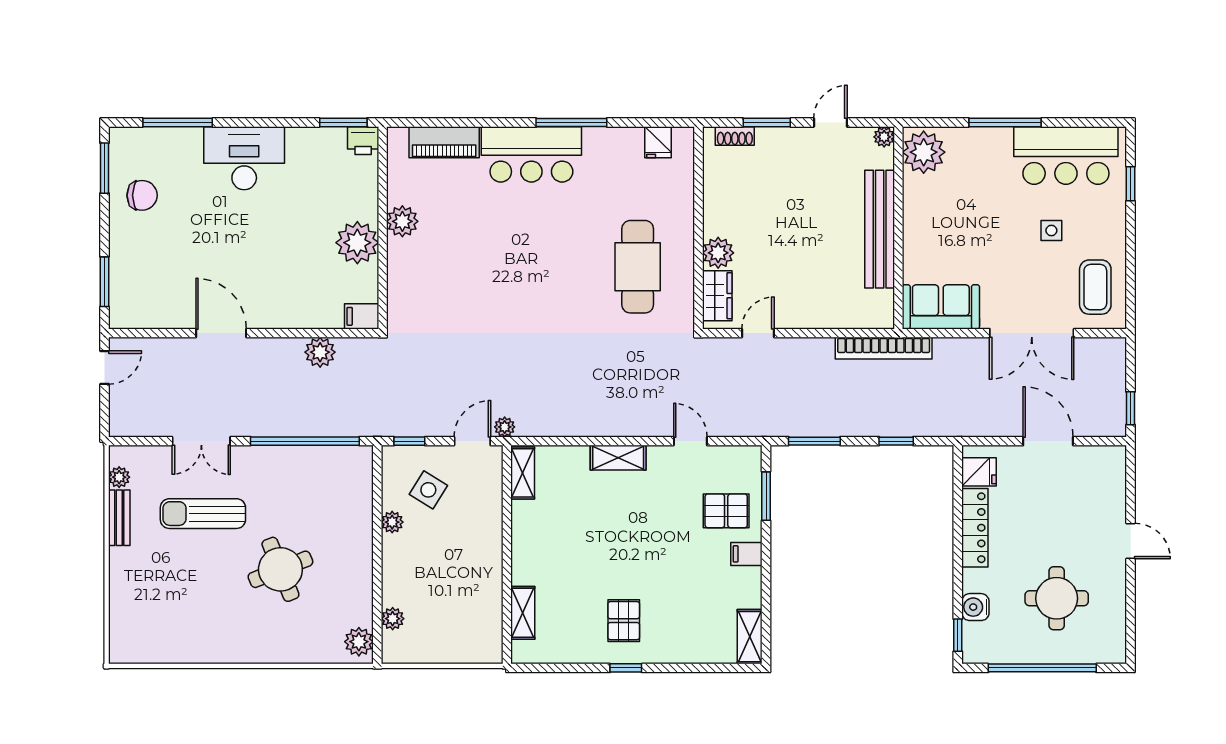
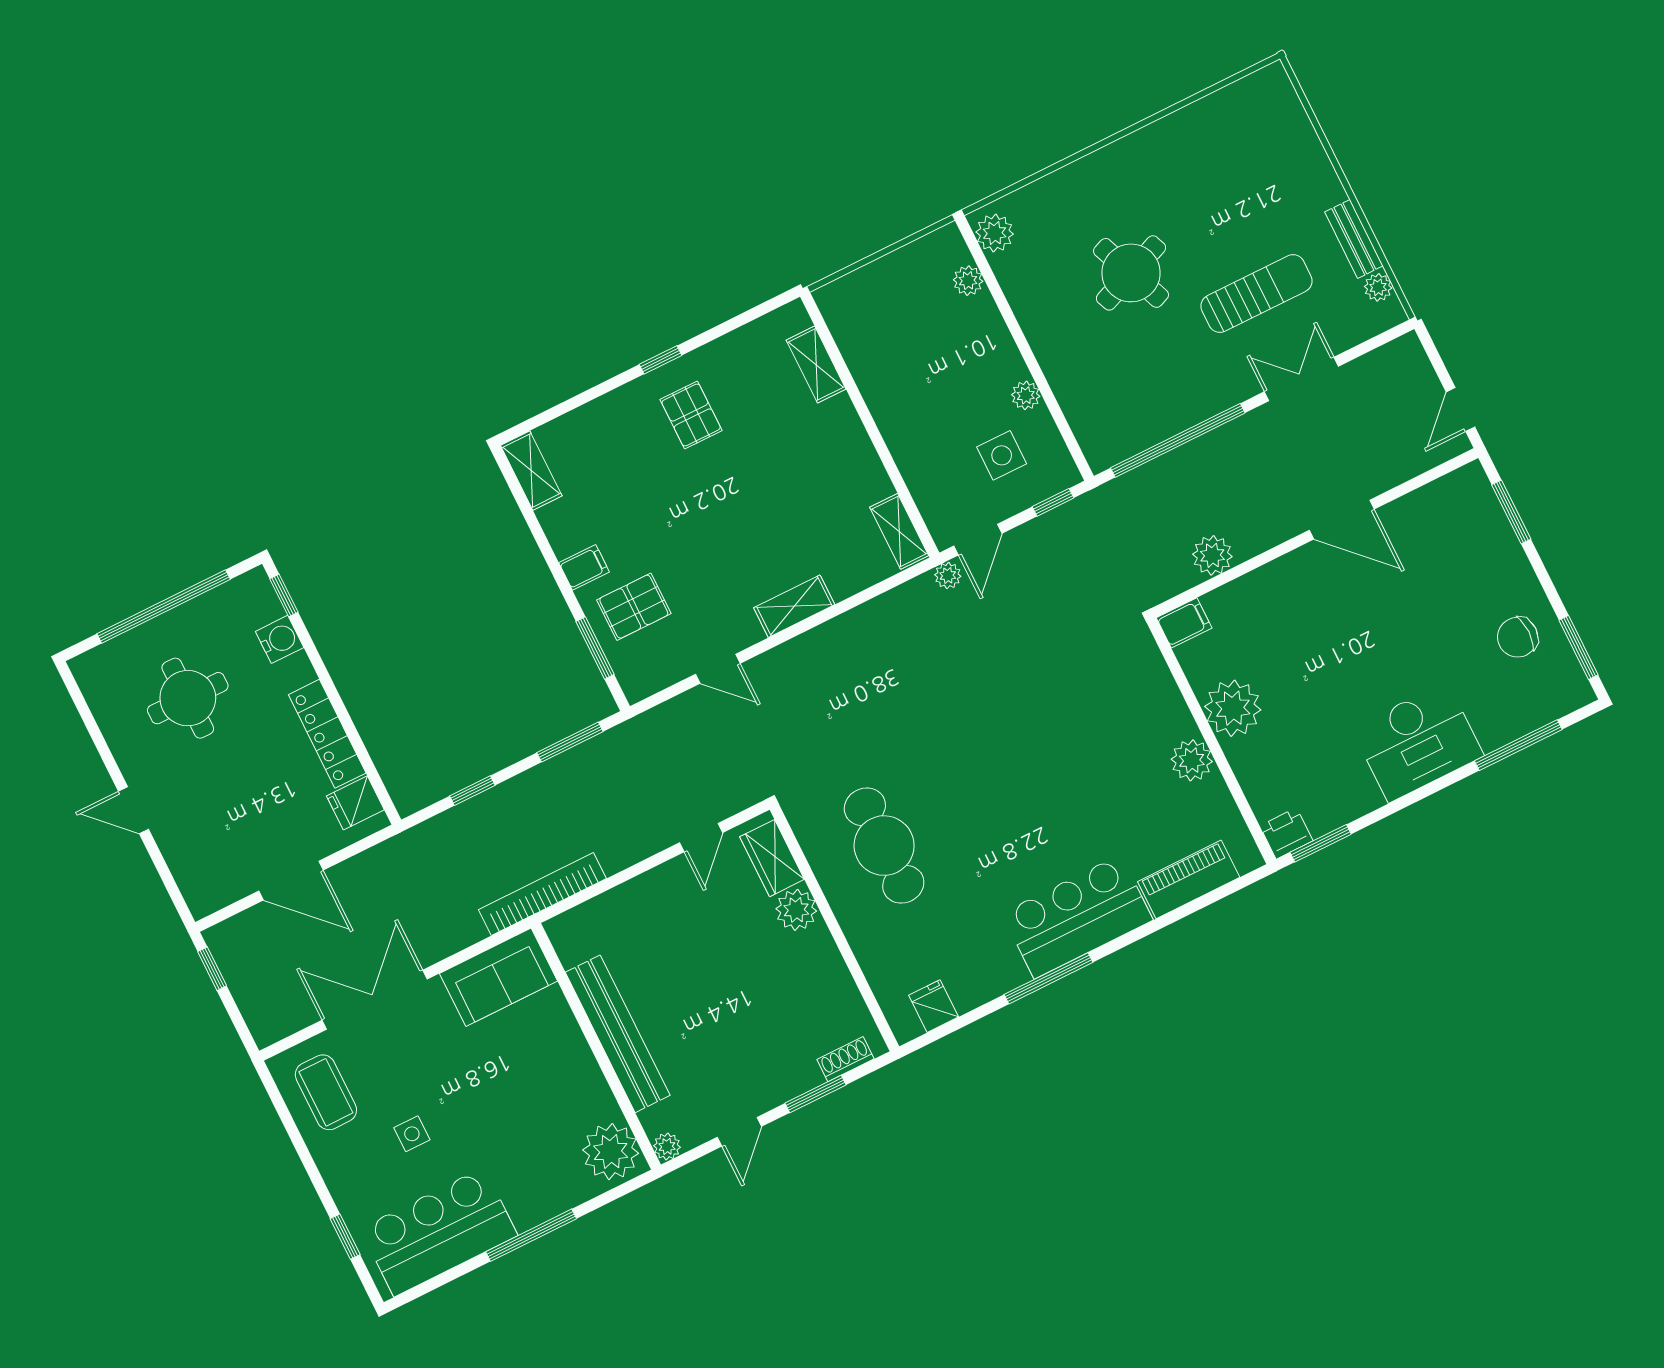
side table: (428, 490) -> (1002, 455), turned -32

